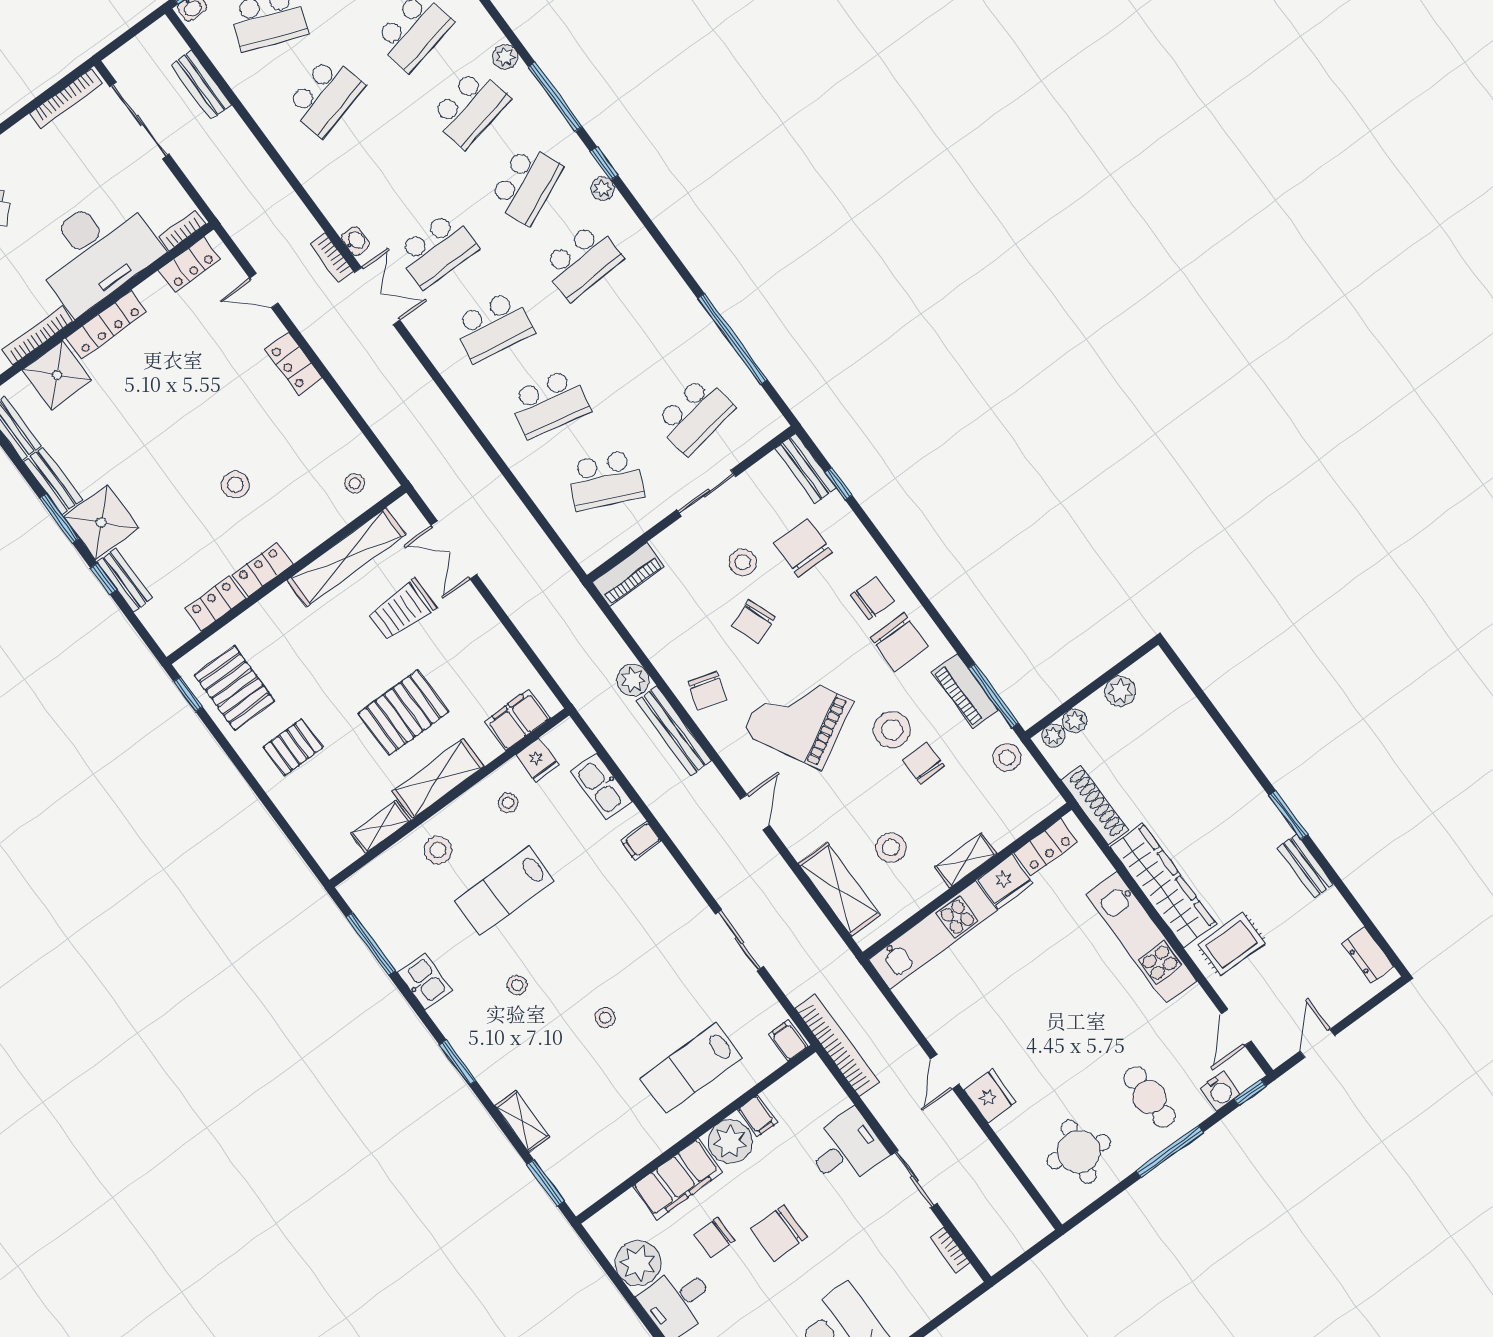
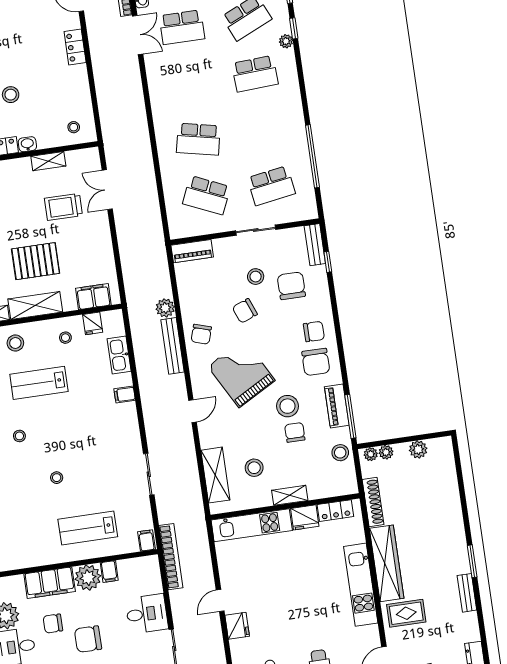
school desk: (493, 327) -> (190, 83), removed
washbasin: (299, 545) -> (27, 144), added
shelving: (346, 557) -> (48, 161), width x0.45, depth x0.75

